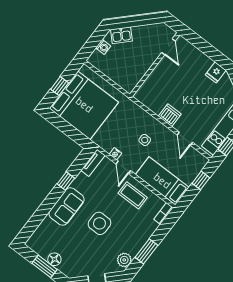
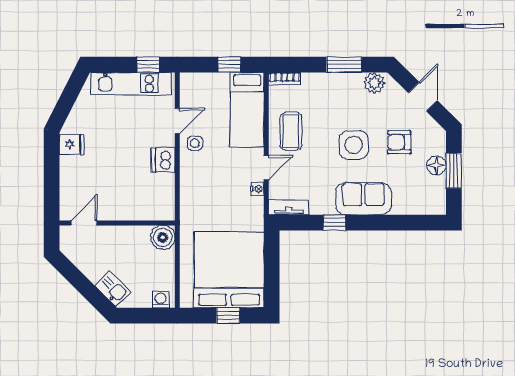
washing machine: (103, 47) -> (161, 300), moved
boiler: (128, 83) -> (163, 237), added
side table: (145, 140) -> (195, 143), moved
window: (201, 180) -> (229, 65), moved
armchair: (82, 249) -> (399, 142), added

